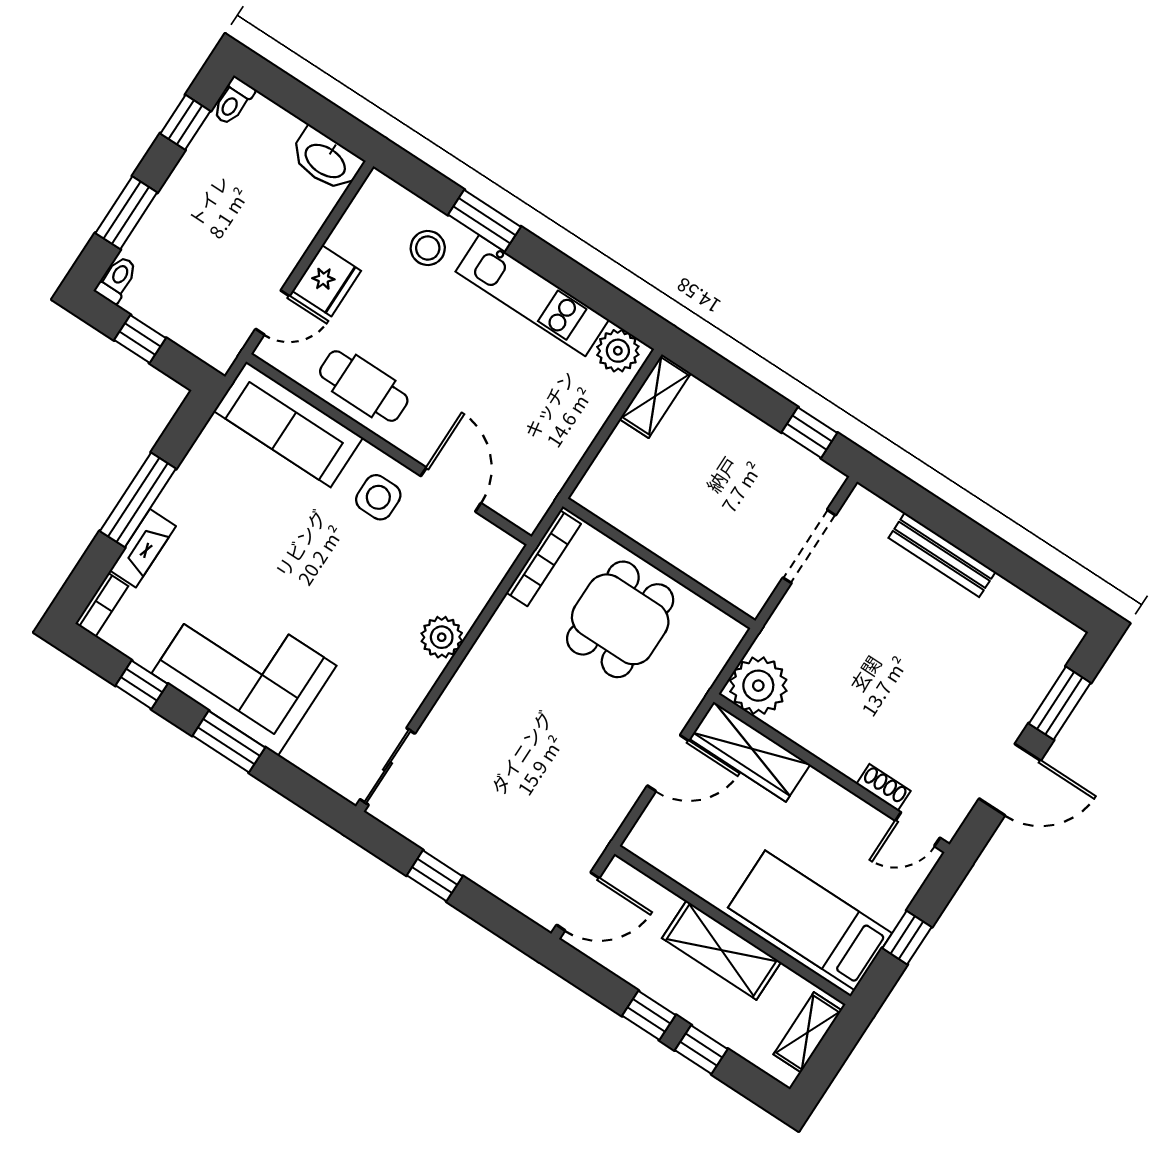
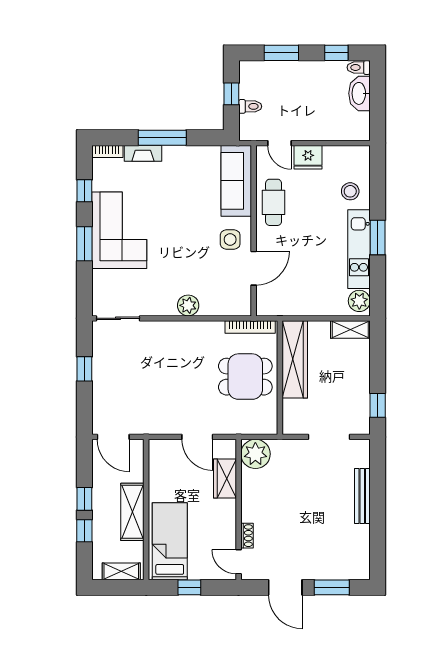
washbasin: (326, 160) -> (359, 93), moved
window: (484, 221) -> (378, 238), moved
toilet: (117, 280) -> (250, 106), moved
wardrobe: (645, 519) -> (295, 359), added
wardrobe: (750, 752) -> (225, 478), width x0.67

